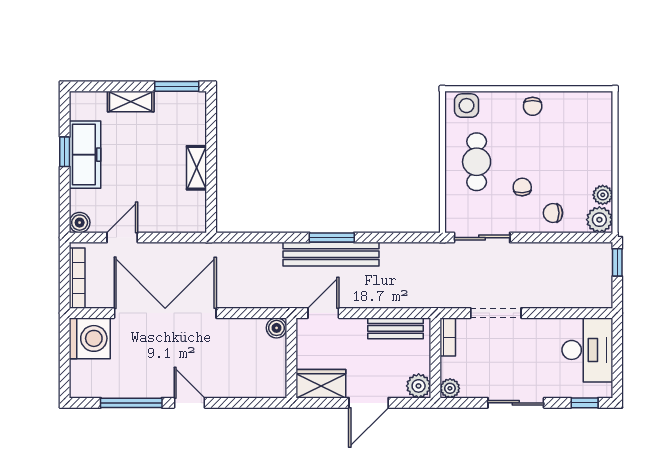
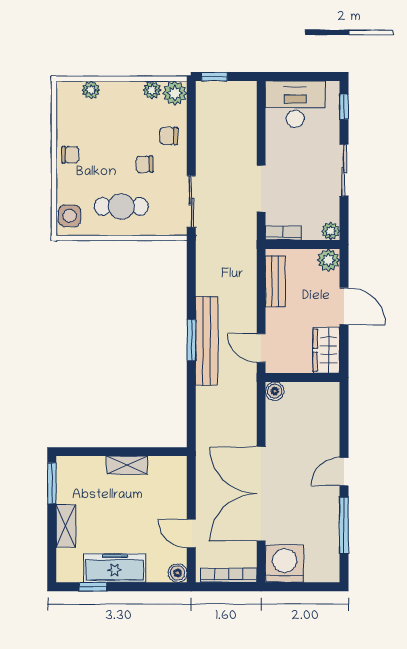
plant: (603, 129) -> (91, 90), added
window: (65, 152) -> (93, 587), moved
chair: (553, 213) -> (169, 136), turned 90

